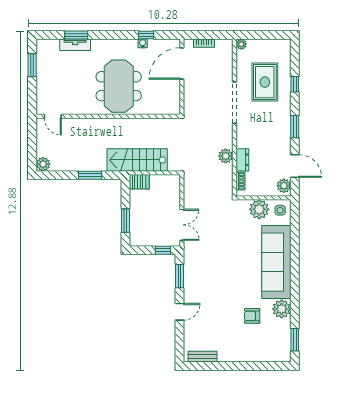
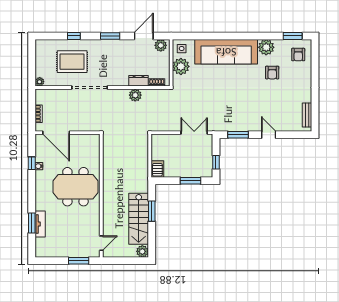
window: (32, 65) -> (79, 261), moved
stairs: (137, 160) -> (139, 219), moved
window: (163, 250) -> (216, 162), moved
armchair: (273, 346) -> (298, 55), added

